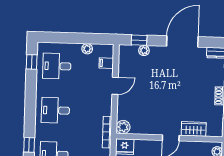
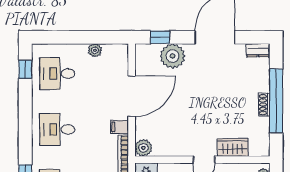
plant: (144, 50) -> (173, 56), width x1.88, depth x1.88
filing cabinet: (106, 63) -> (120, 127), moved
door: (115, 86) -> (132, 96), width x1.87

